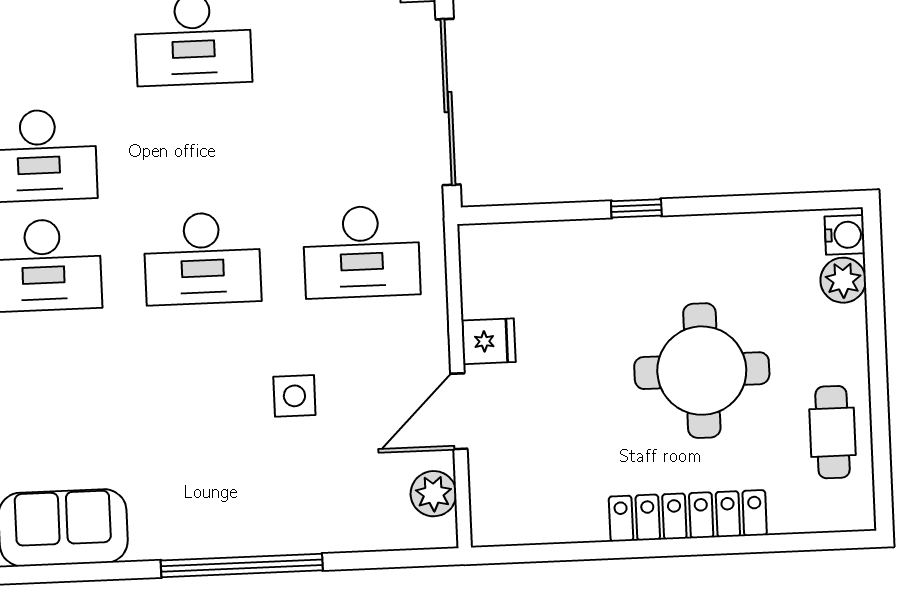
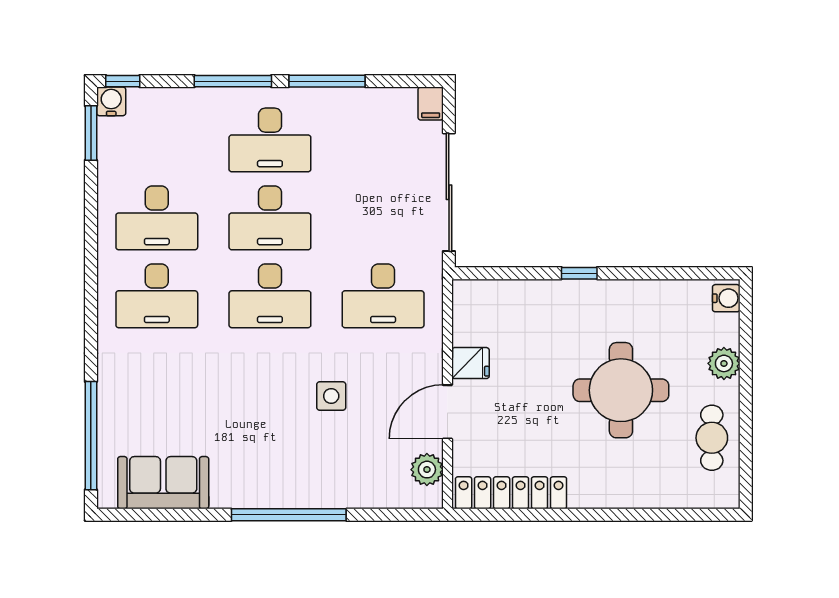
desk: (198, 149) -> (270, 218), added
plant: (843, 280) -> (724, 363), moved
locker: (688, 516) -> (511, 493), moved

